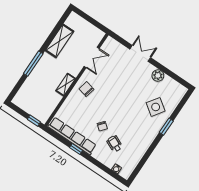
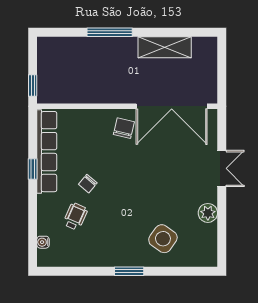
double door: (92, 57) -> (172, 106), width x1.87
shelving: (66, 85) -> (111, 96), removed
window: (166, 127) -> (129, 271), moved

